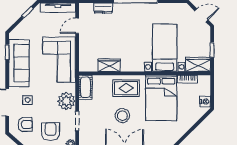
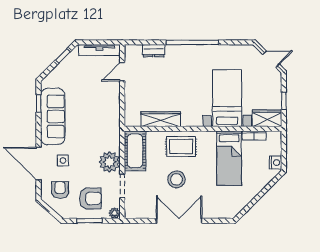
corner sofa: (59, 60) -> (101, 112), removed
wardrobe: (109, 65) -> (161, 119), width x1.50
cot: (85, 87) -> (135, 151), width x1.37, depth x1.34
bed: (161, 98) -> (229, 158), width x0.67
armchair: (25, 124) -> (60, 190), turned -90
armchair: (51, 131) -> (91, 198), turned 90

